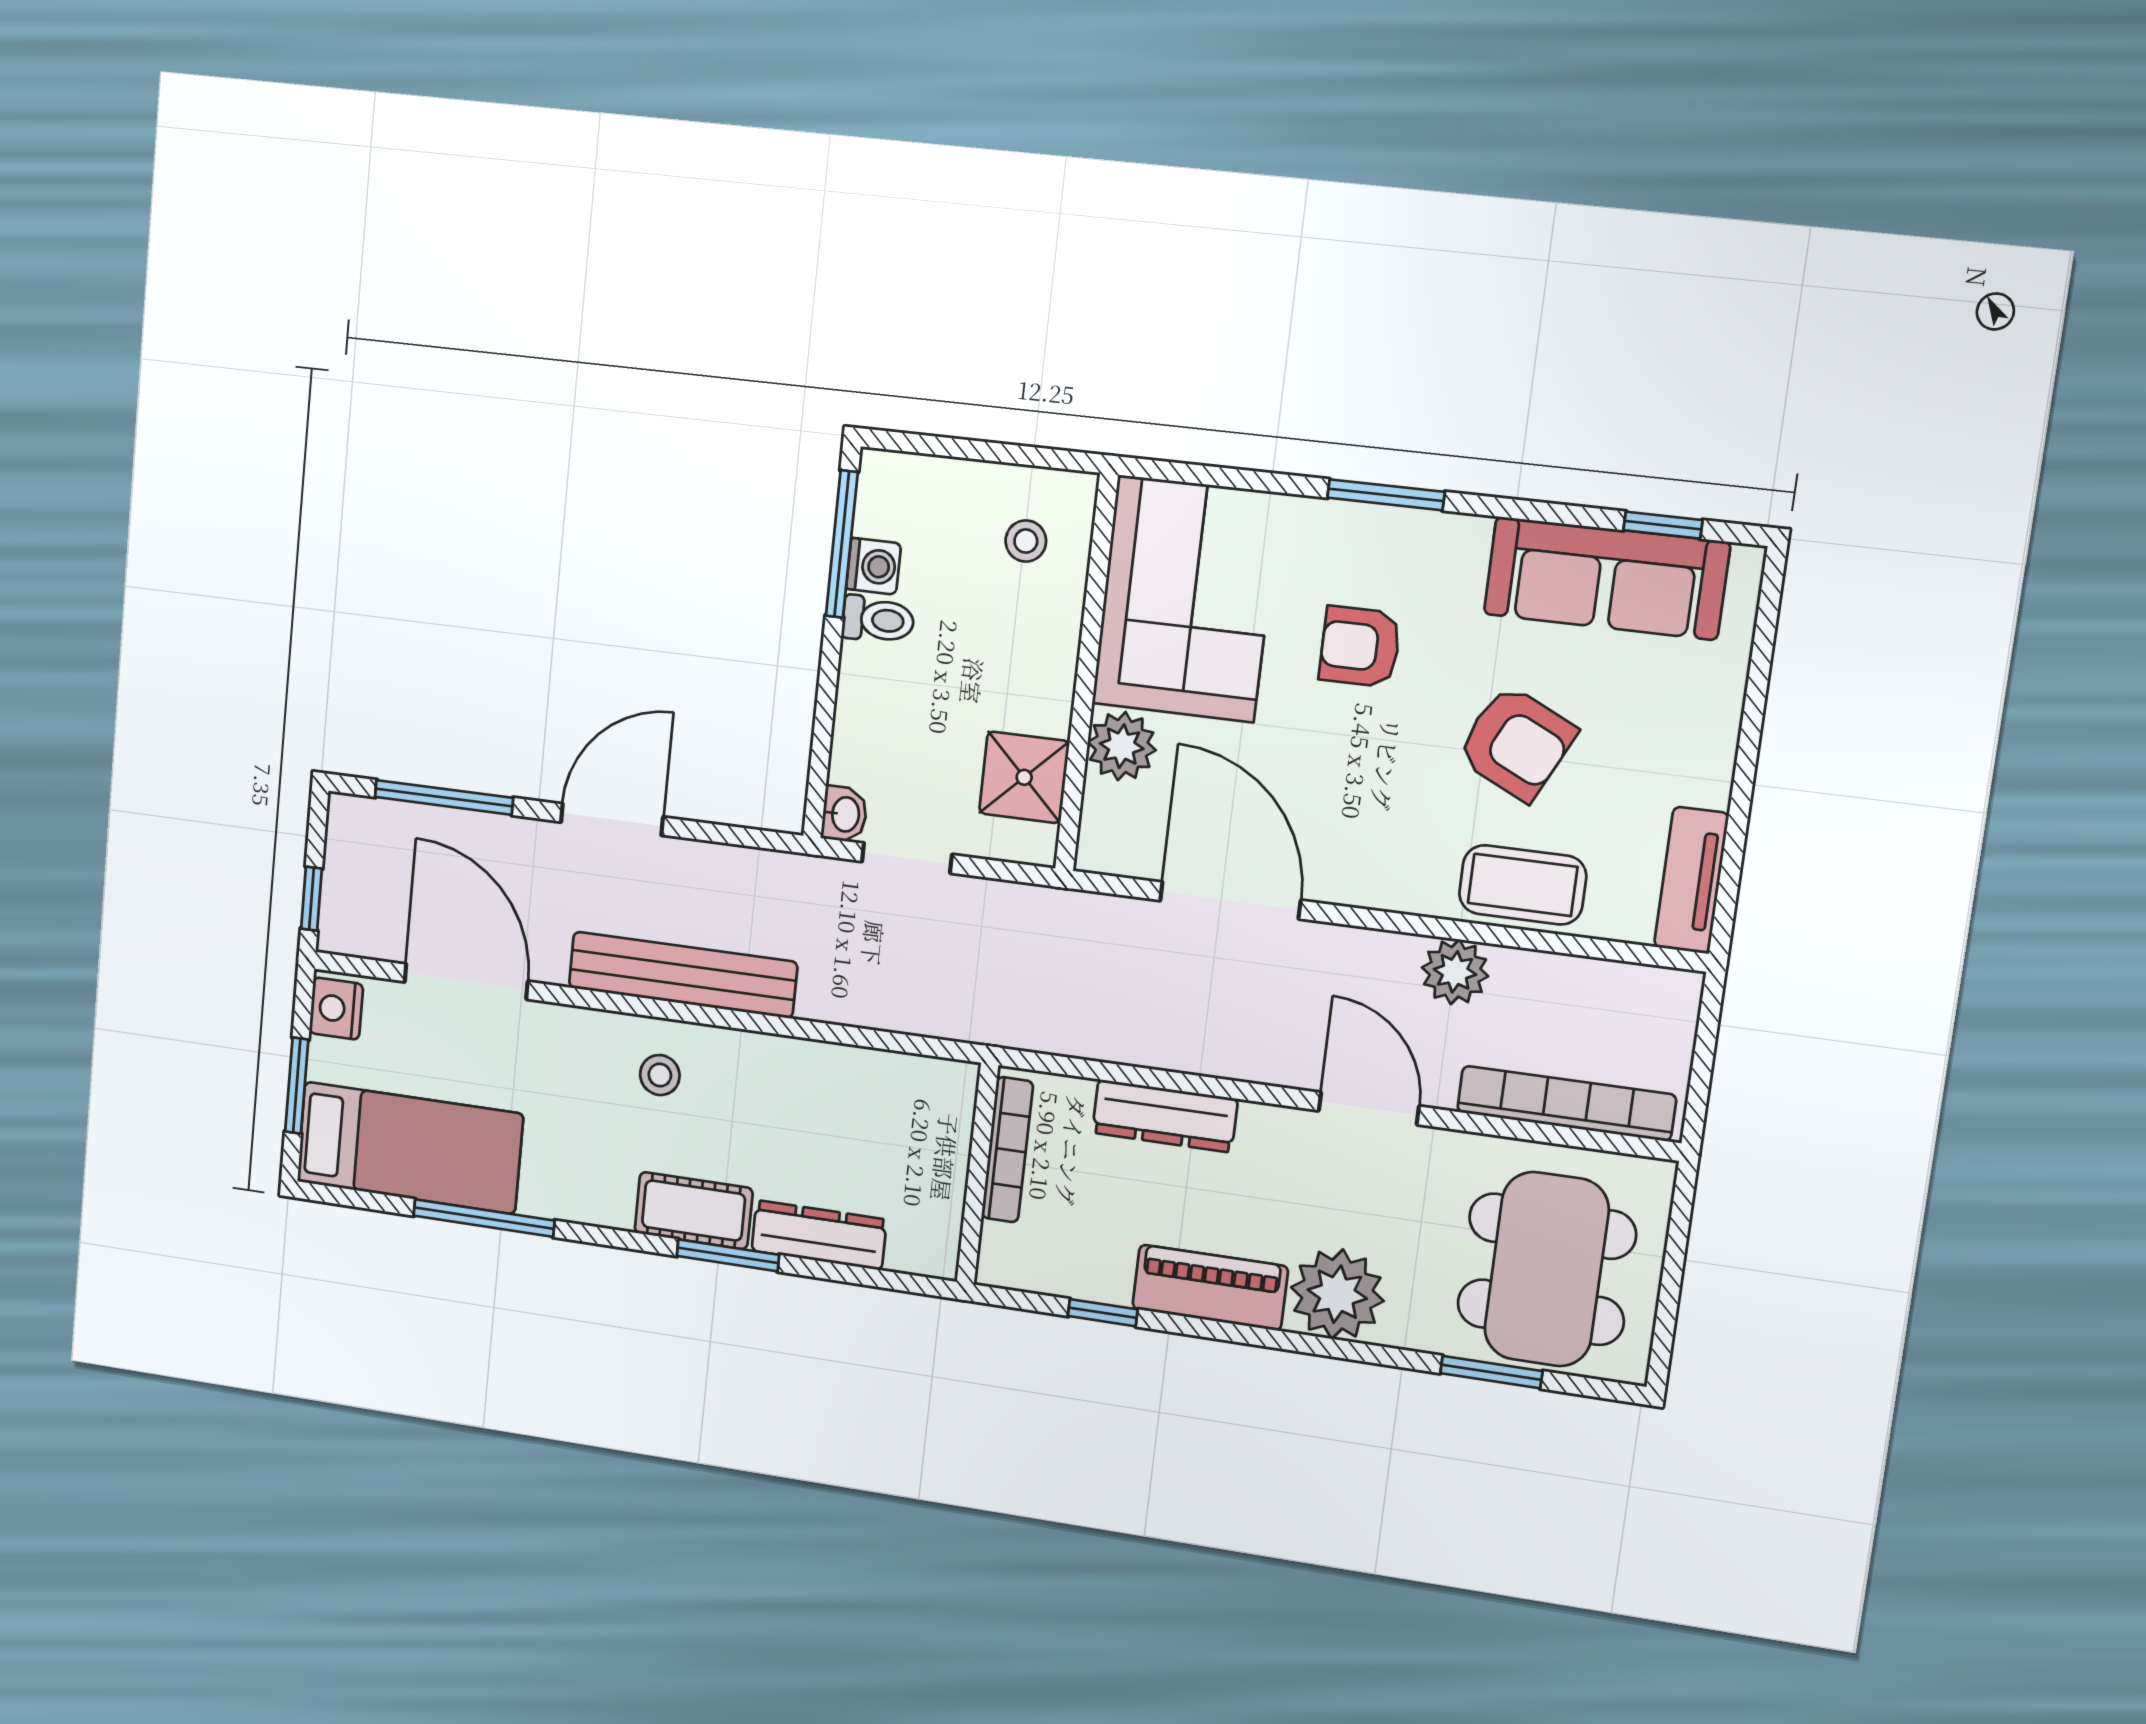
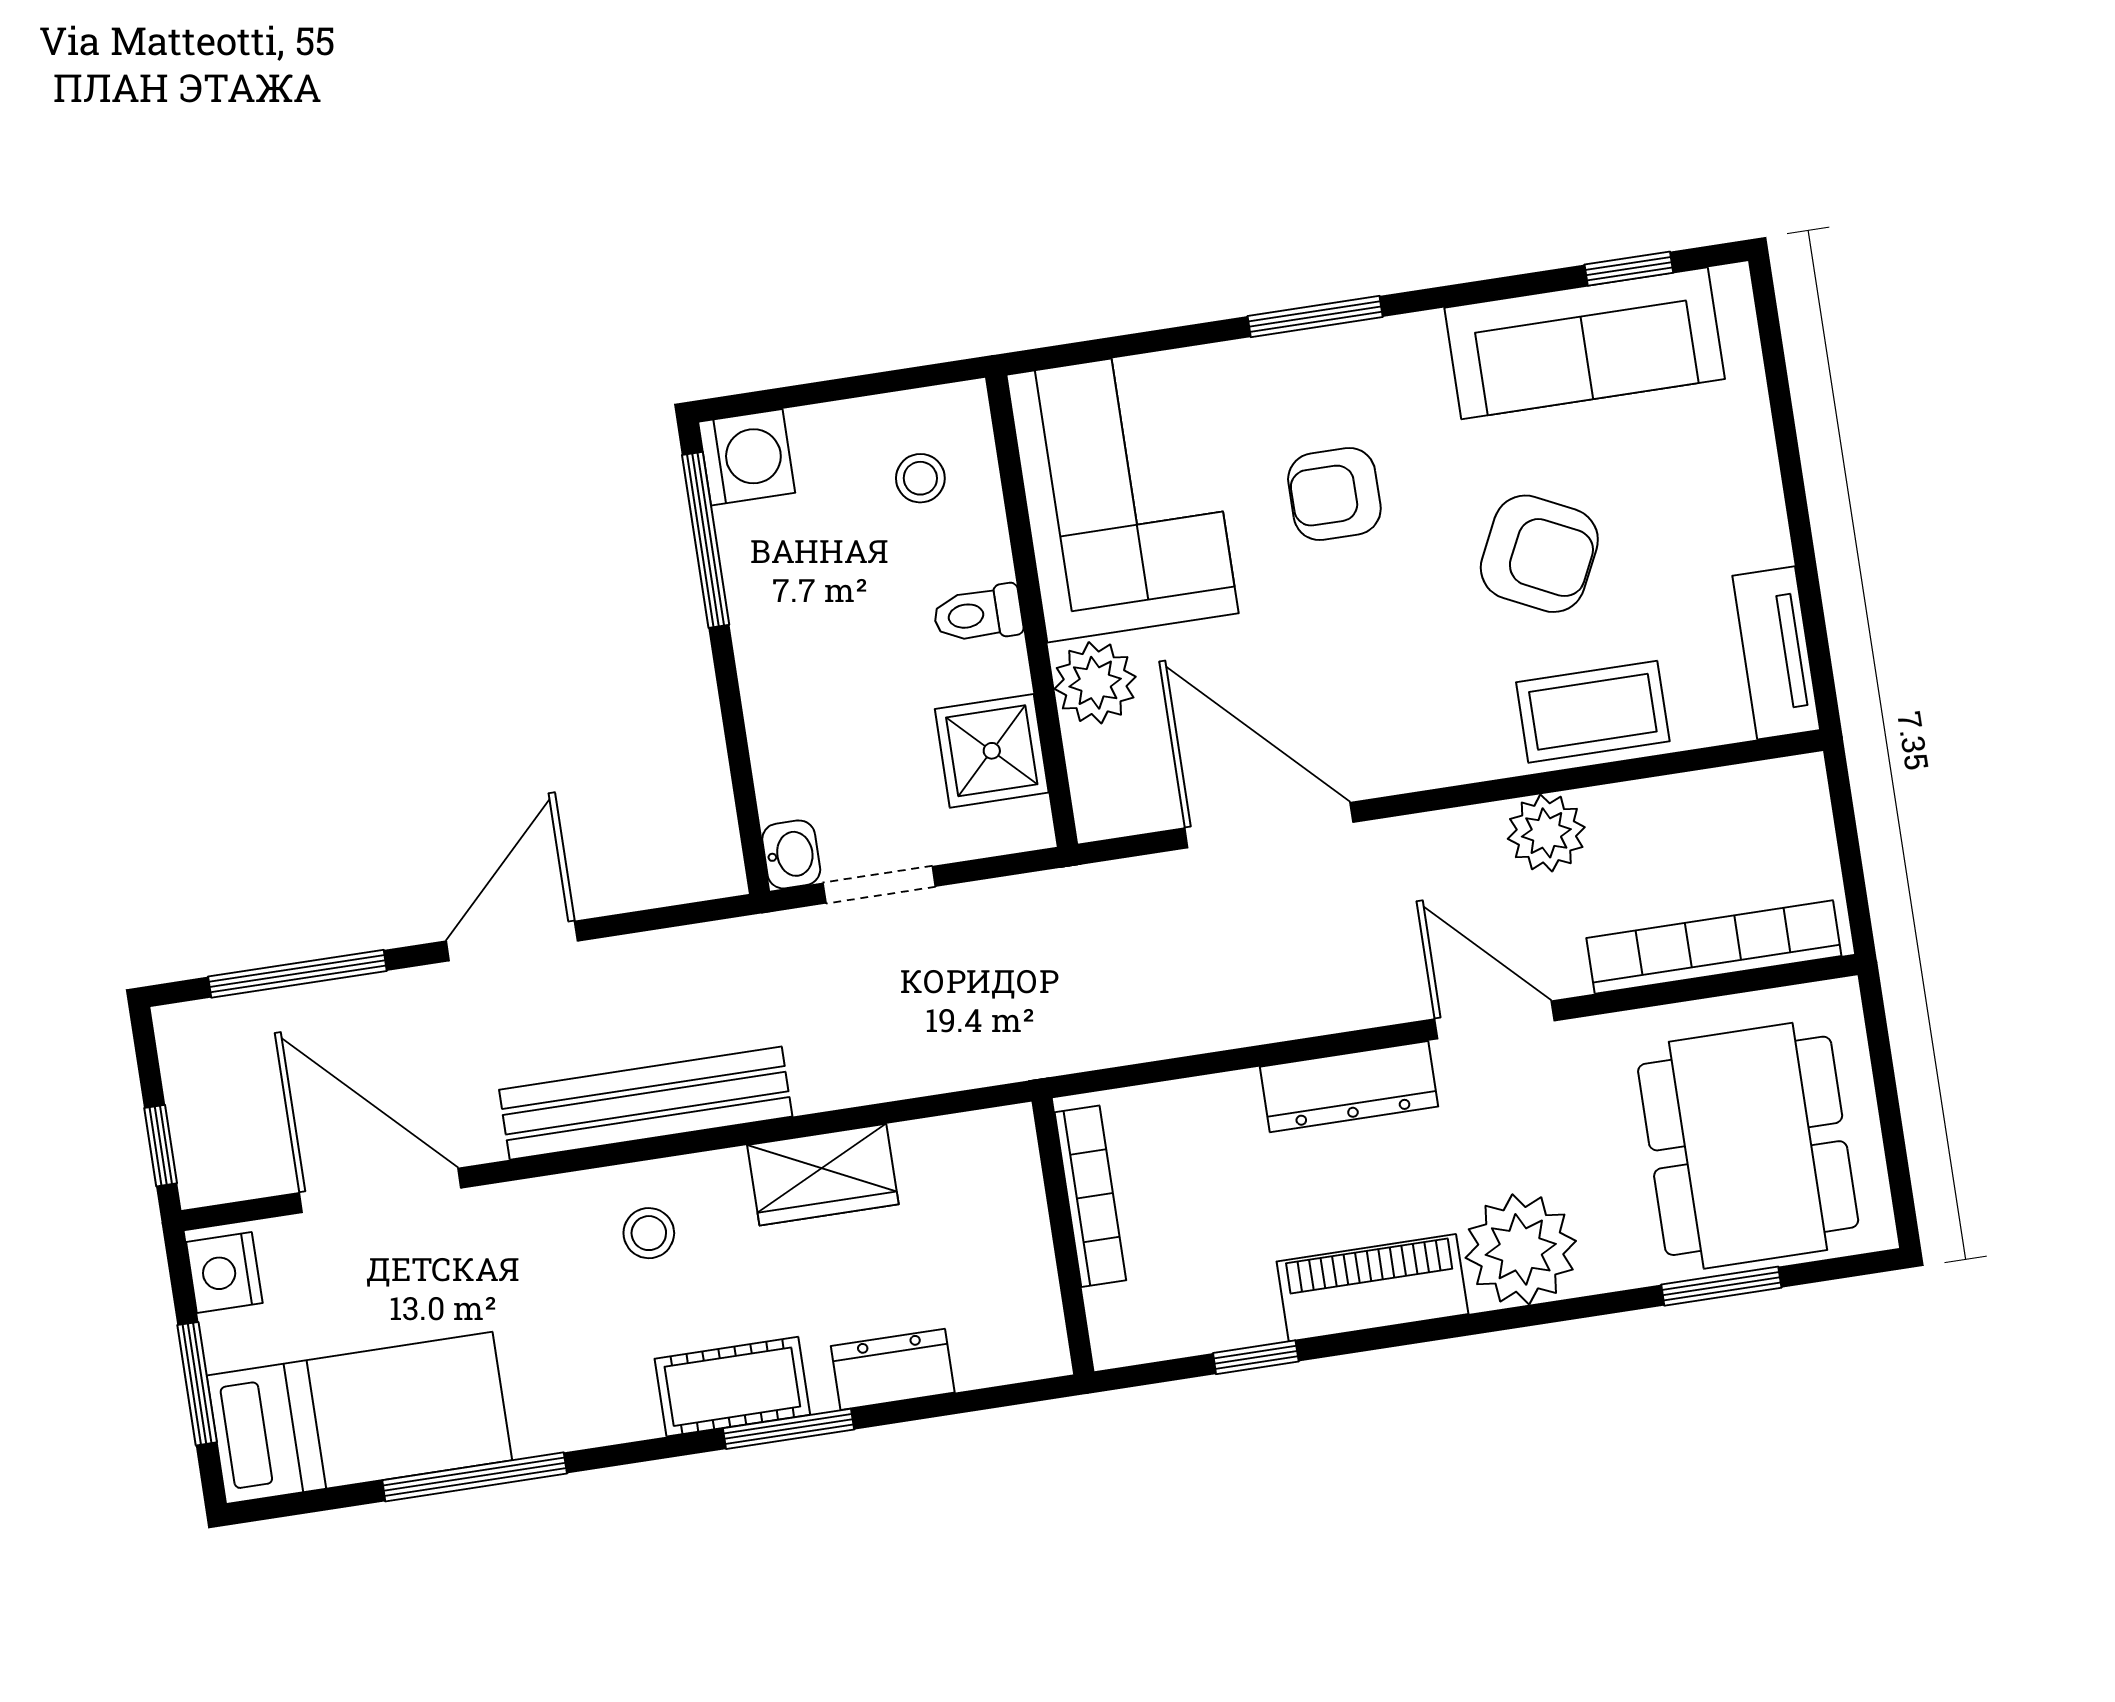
washing machine: (874, 566) -> (747, 457), moved, width x1.38, depth x1.38
toilet: (878, 620) -> (978, 614), moved, turned 180
wardrobe: (804, 1071) -> (823, 1175), added
dresser: (1165, 1116) -> (1349, 1087), moved
dresser: (819, 1235) -> (893, 1369), width x0.70

